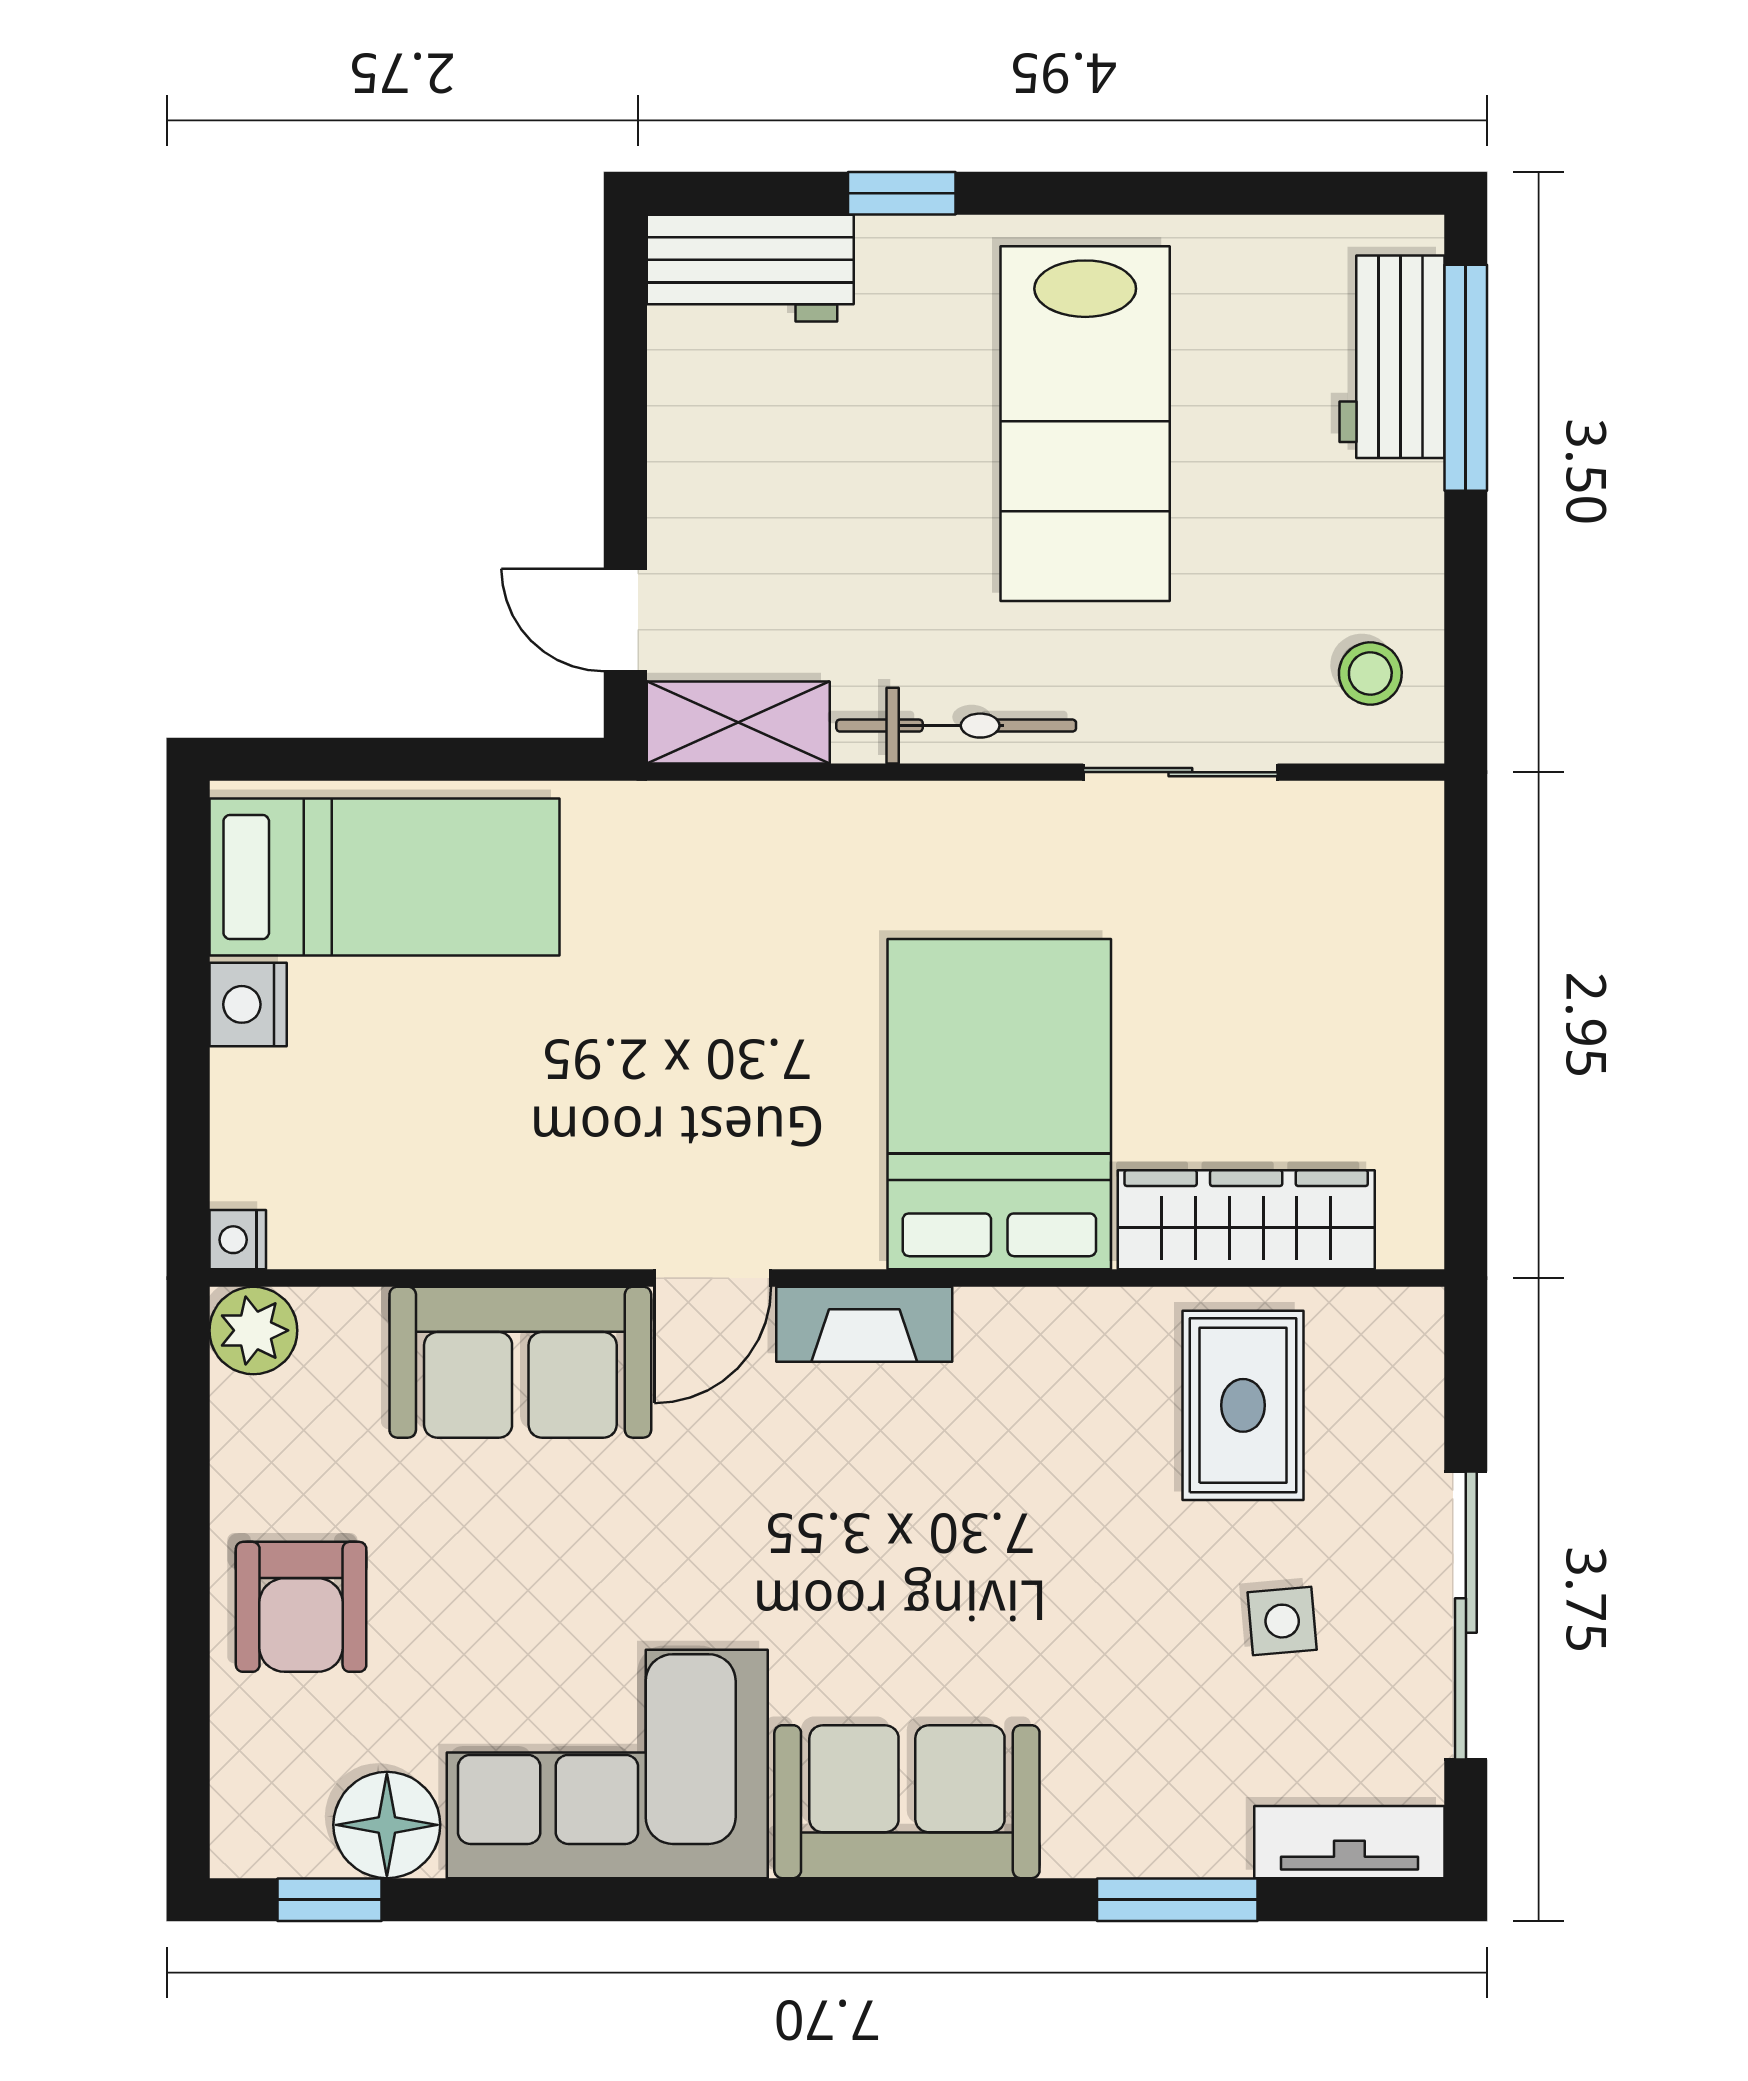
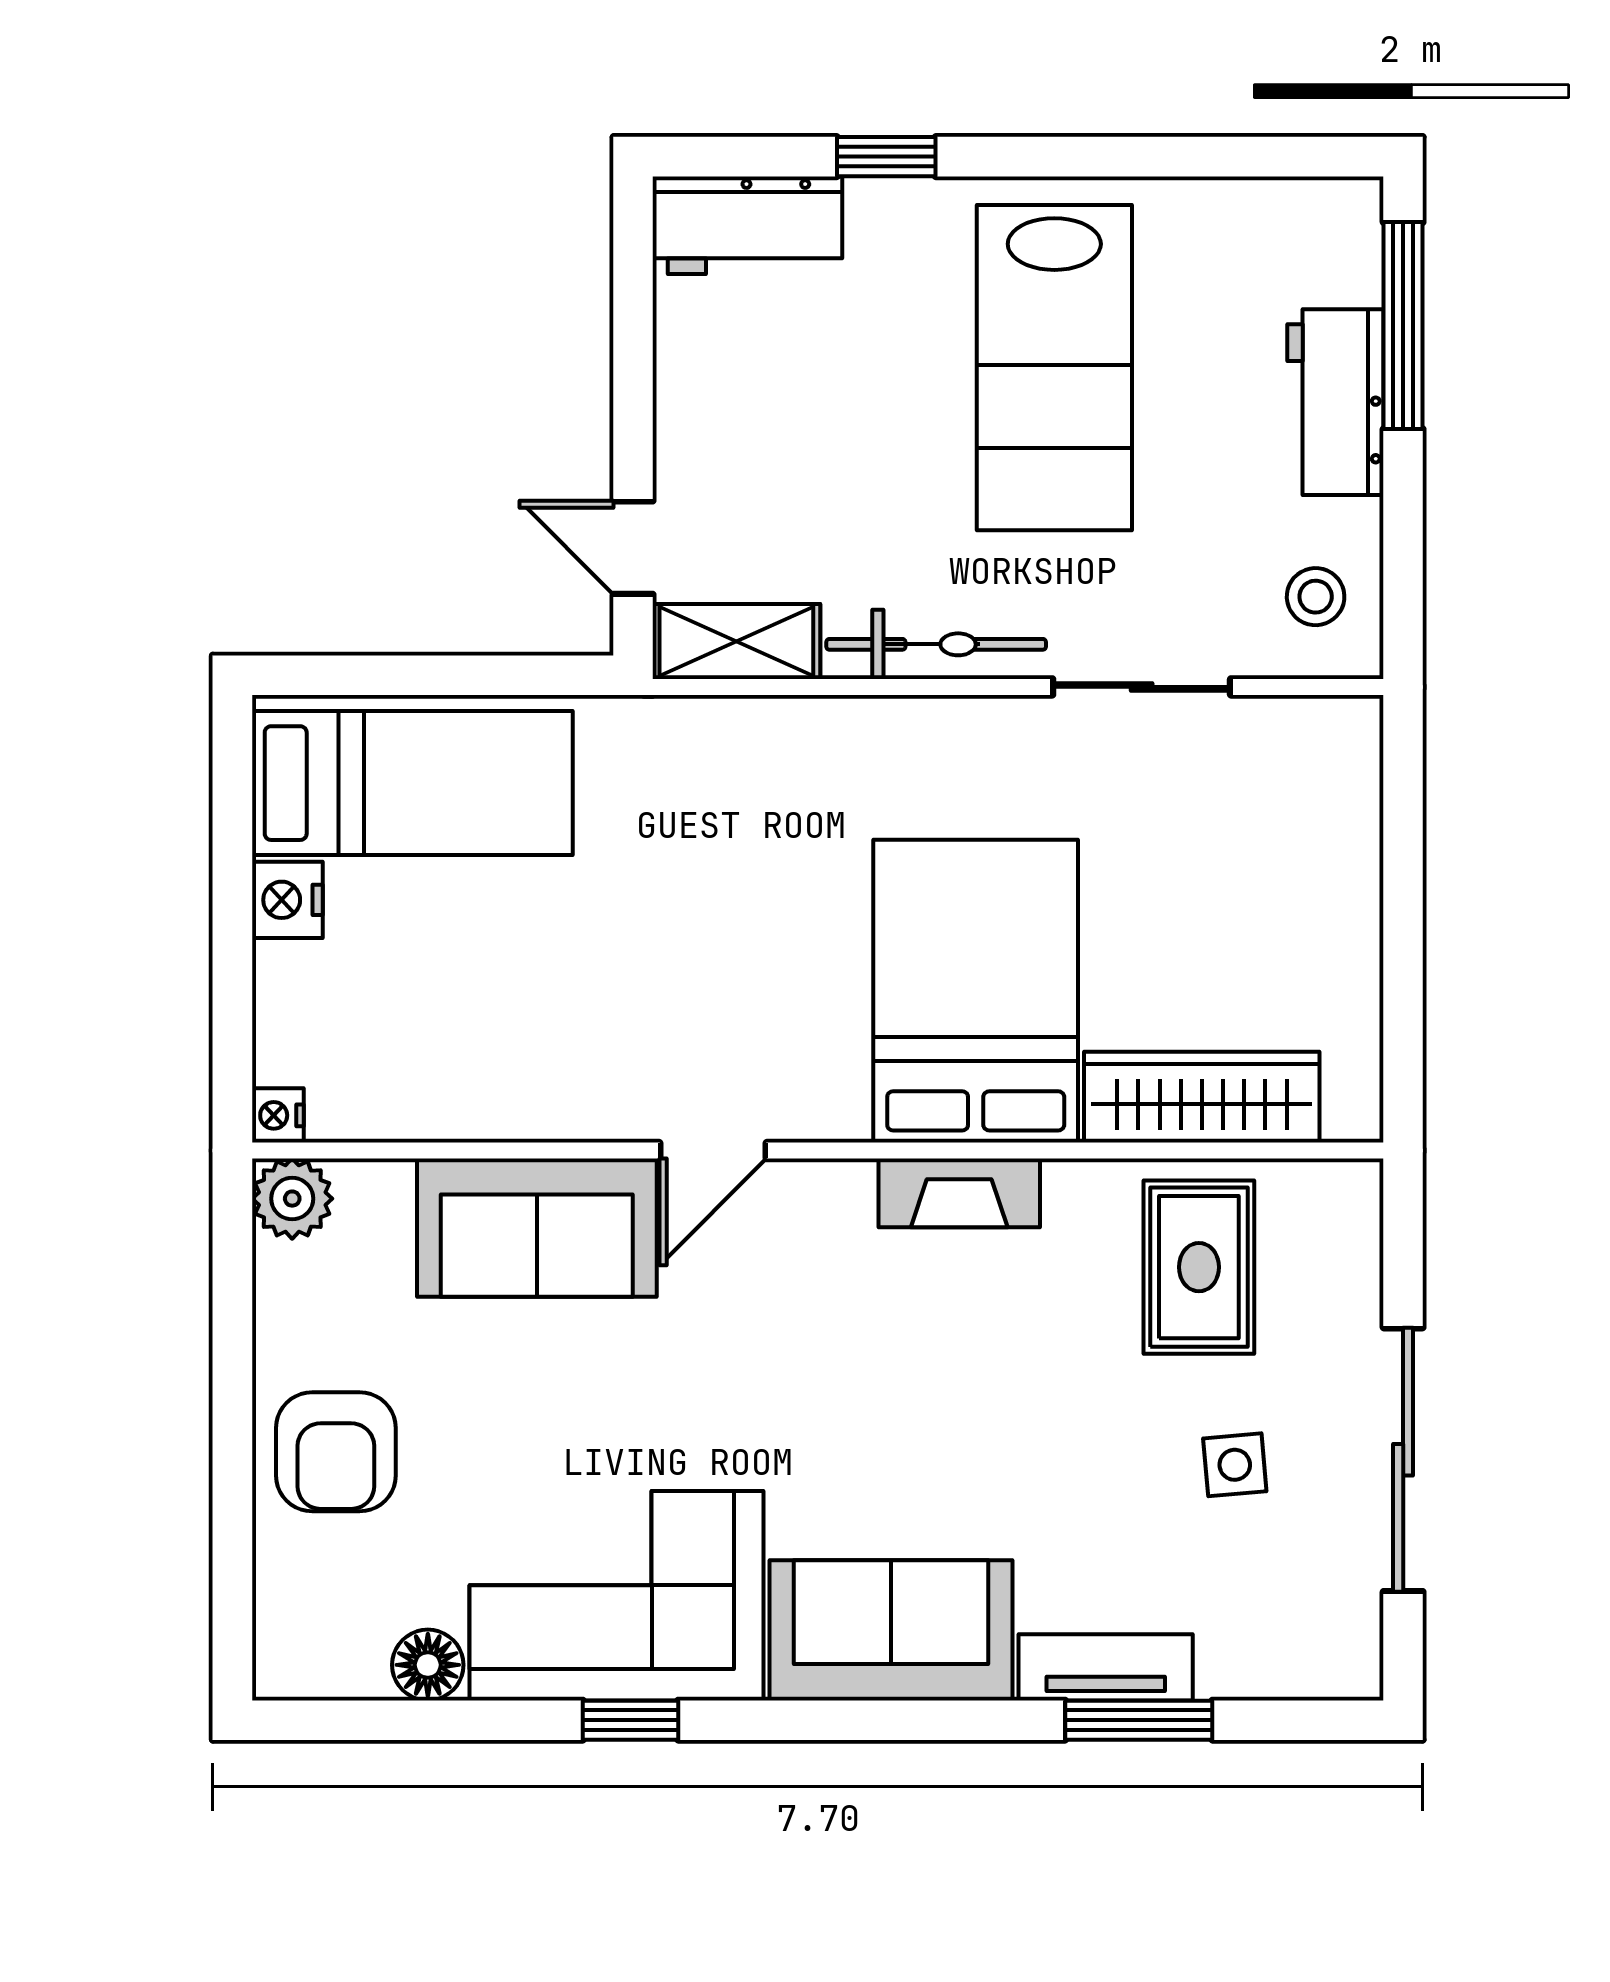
workbench: (1392, 357) -> (1335, 402), moved
fireplace: (864, 1324) -> (959, 1193), moved
floor lamp: (387, 1825) -> (428, 1665), width x0.73, depth x0.73
tv unit: (1349, 1842) -> (1106, 1667), moved
window: (330, 1900) -> (631, 1720), moved

